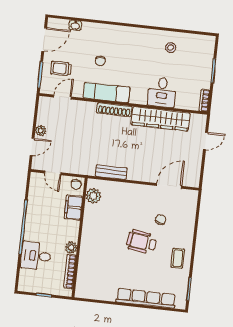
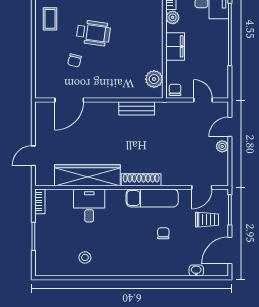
filing cabinet: (73, 208) -> (175, 46), moved

